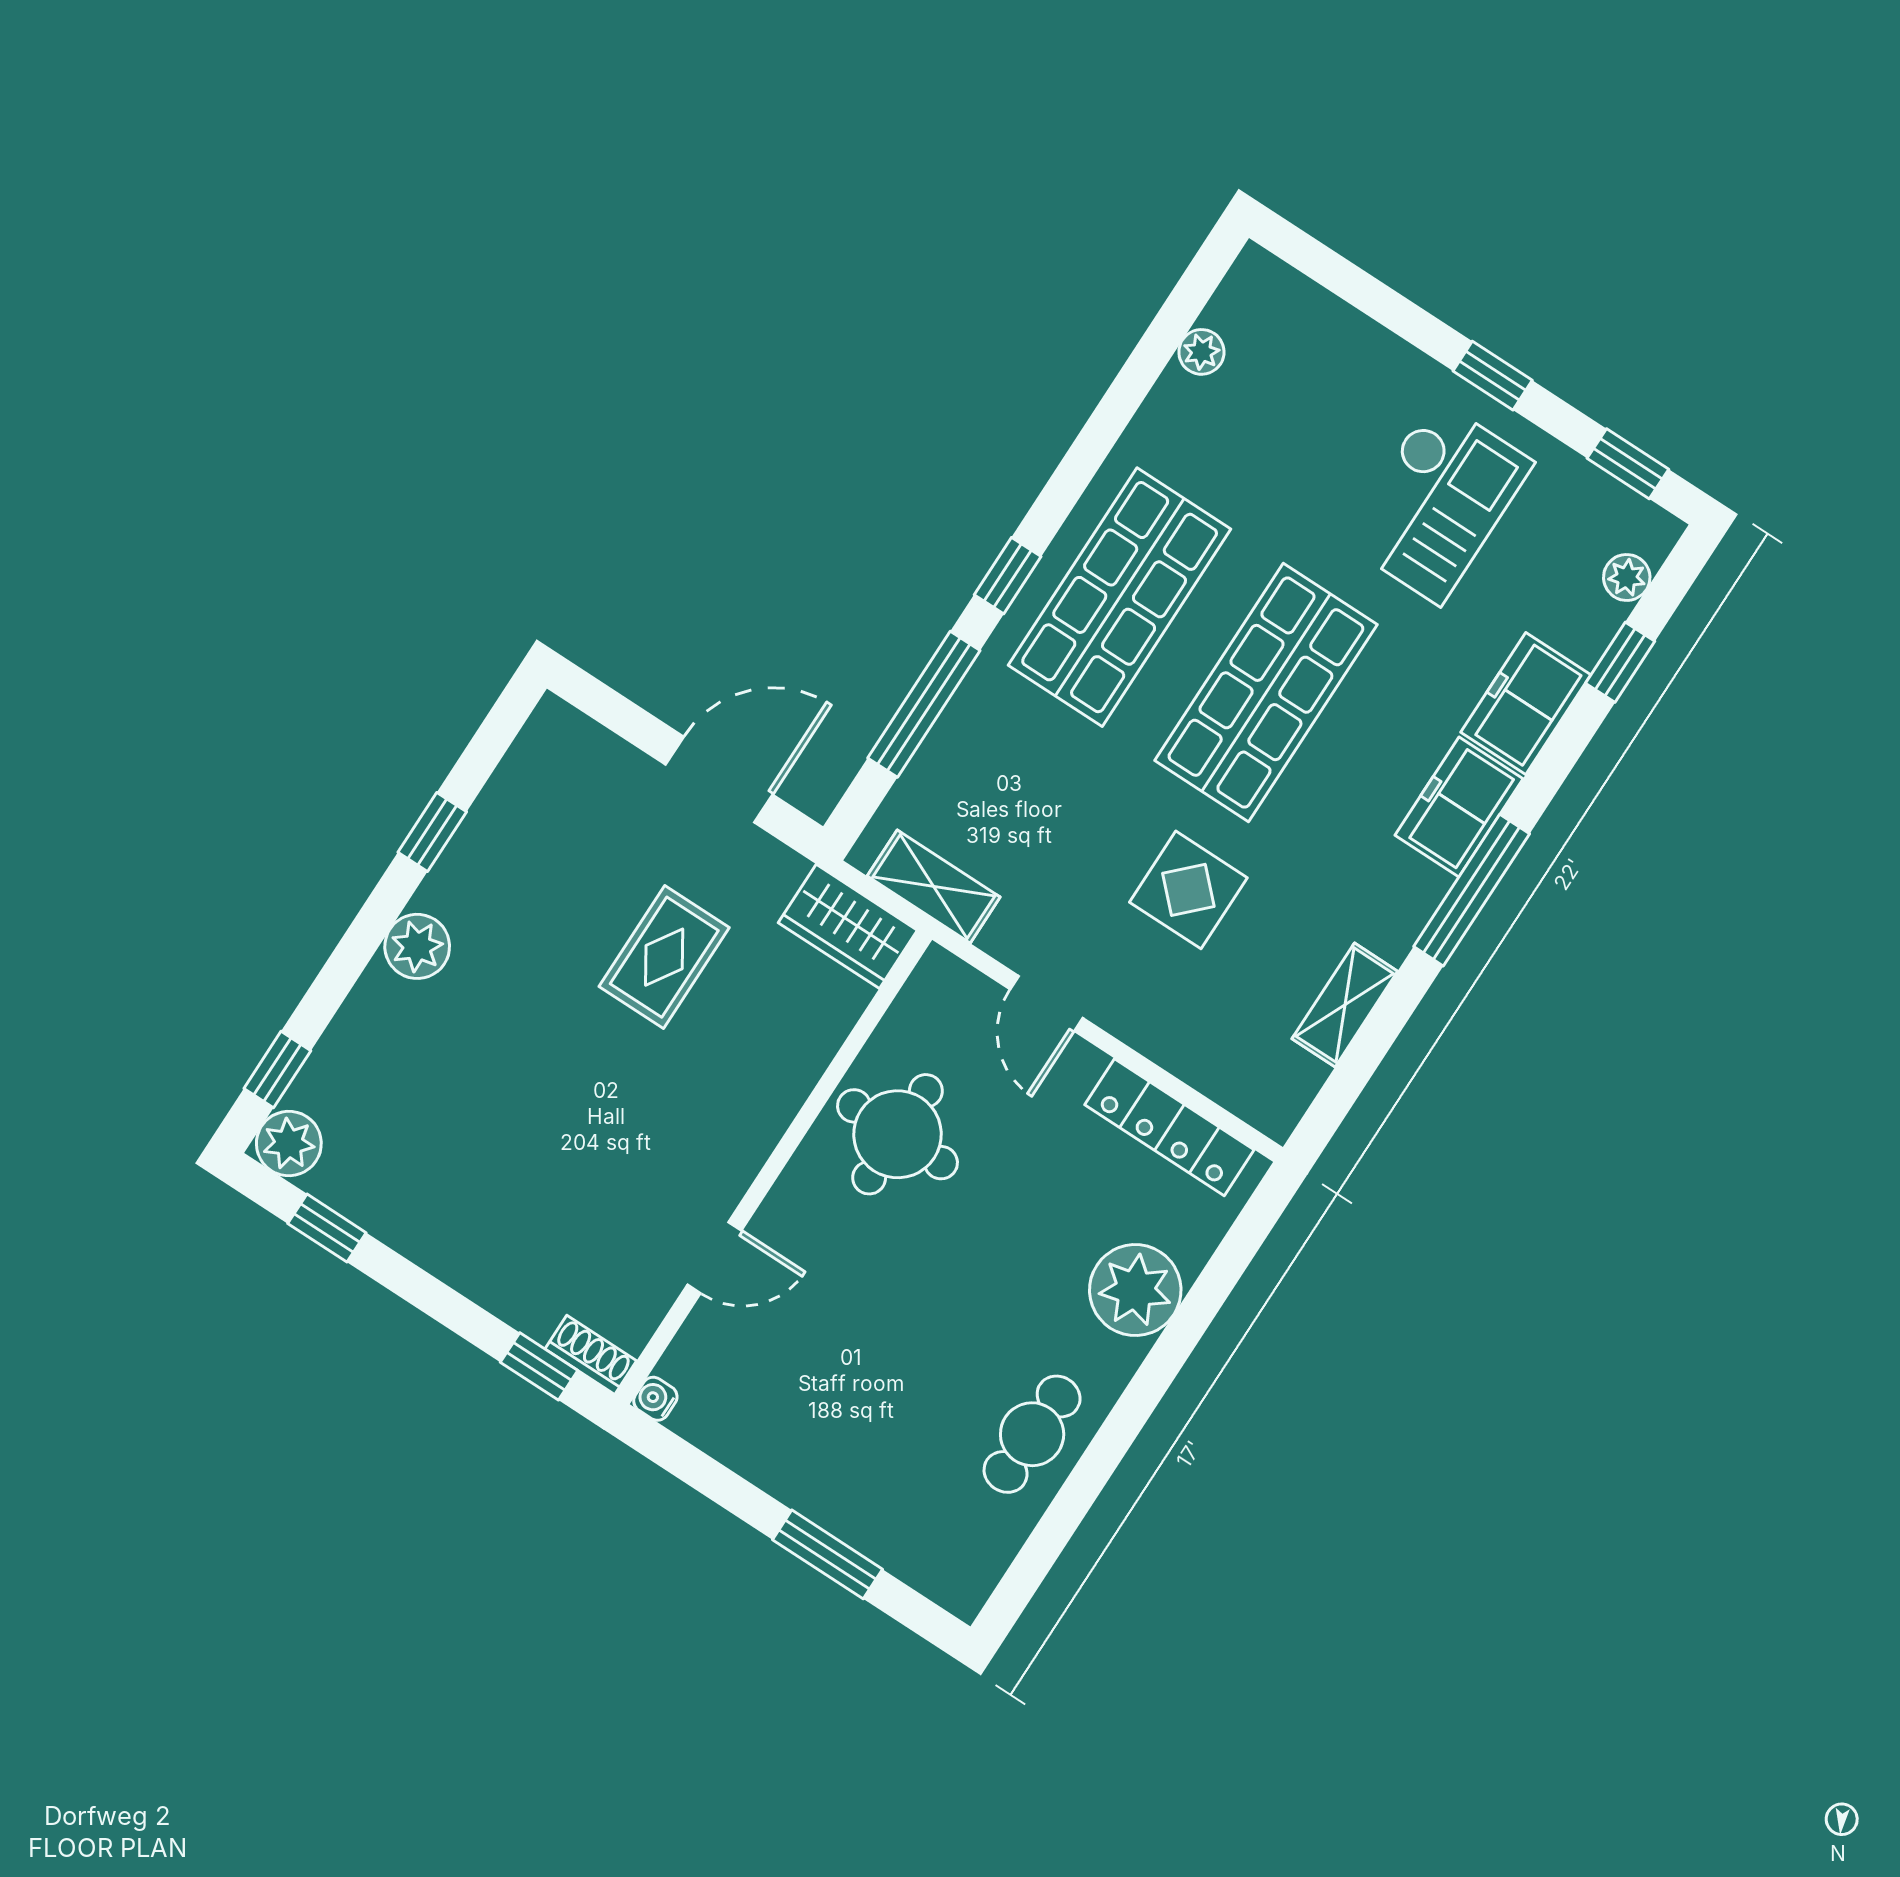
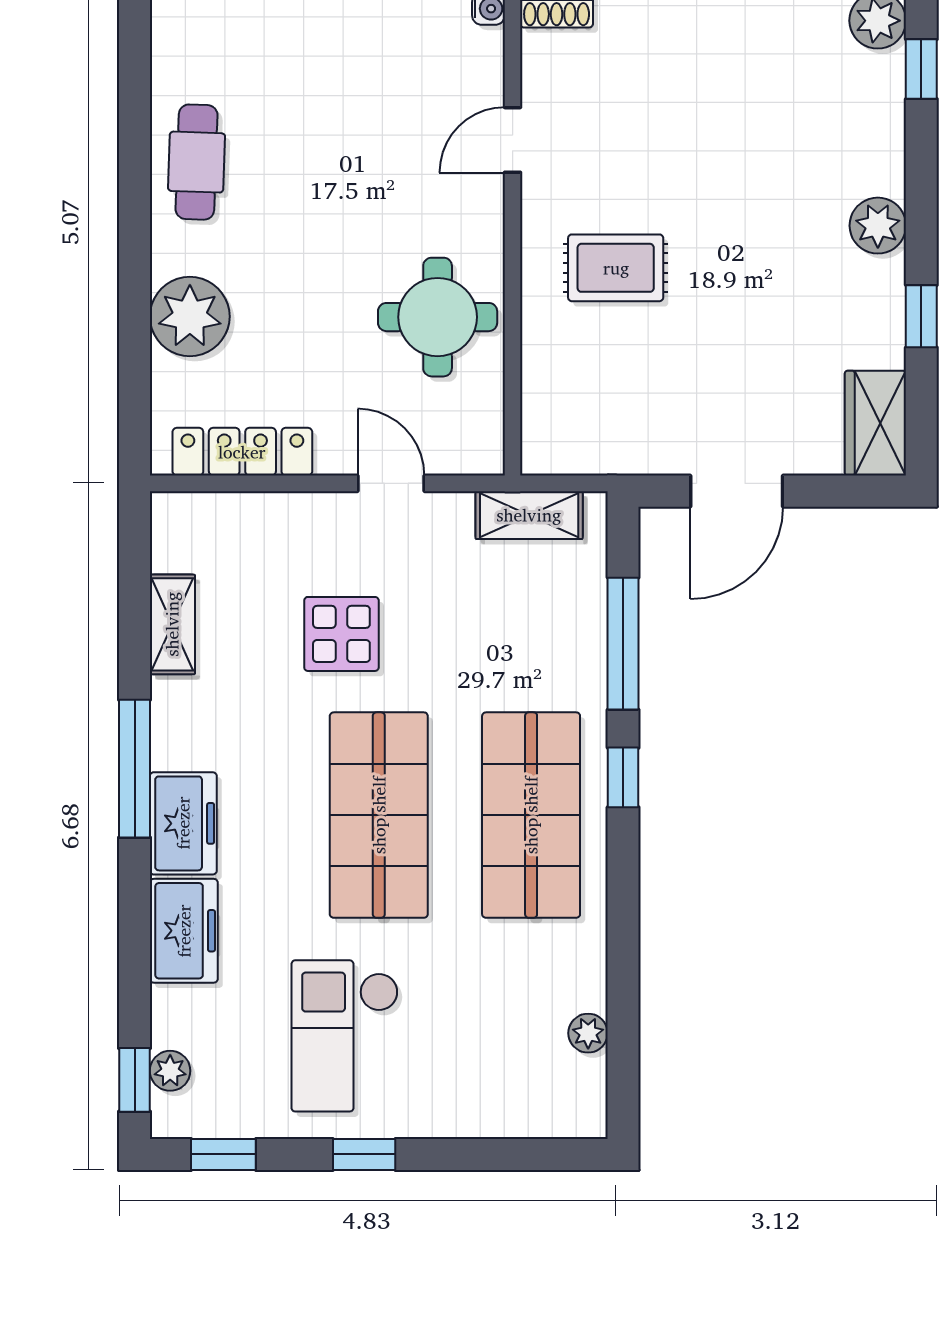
window: (1620, 662) -> (135, 1080), moved
wardrobe: (848, 926) -> (875, 423), moved, turned -90
rug: (664, 957) -> (616, 268), moved, turned 90

